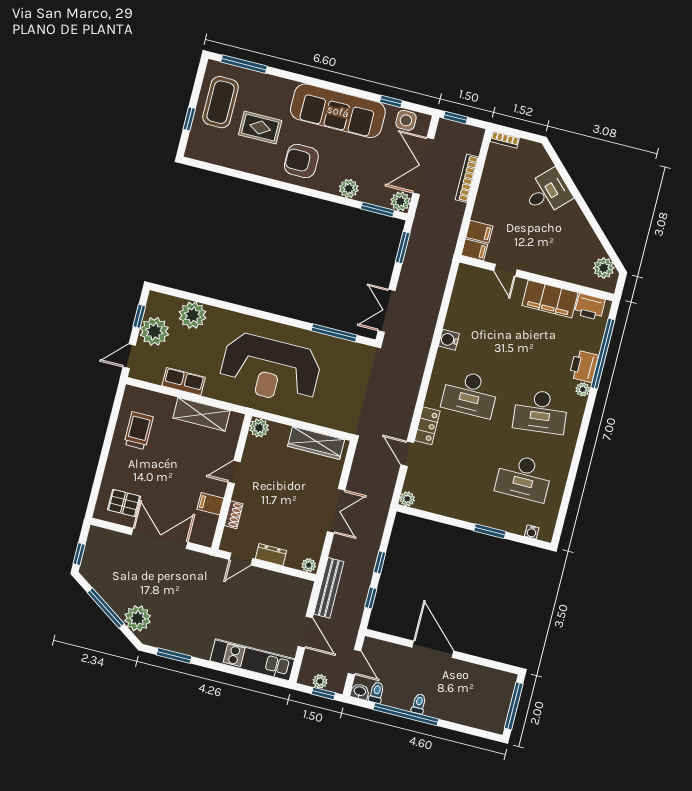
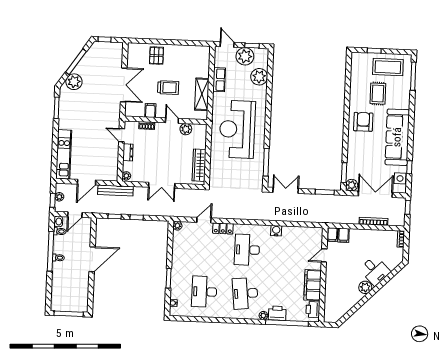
plant: (349, 189) -> (353, 153), removed
plant: (604, 268) -> (365, 287), moved
plant: (259, 428) -> (186, 129), moved
trolley: (139, 431) -> (168, 88), moved
pallet: (124, 503) -> (156, 56), moved

